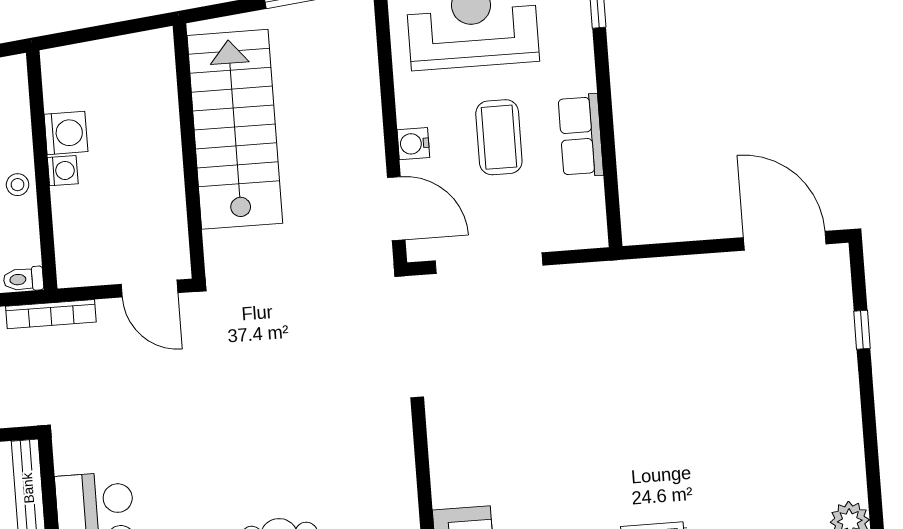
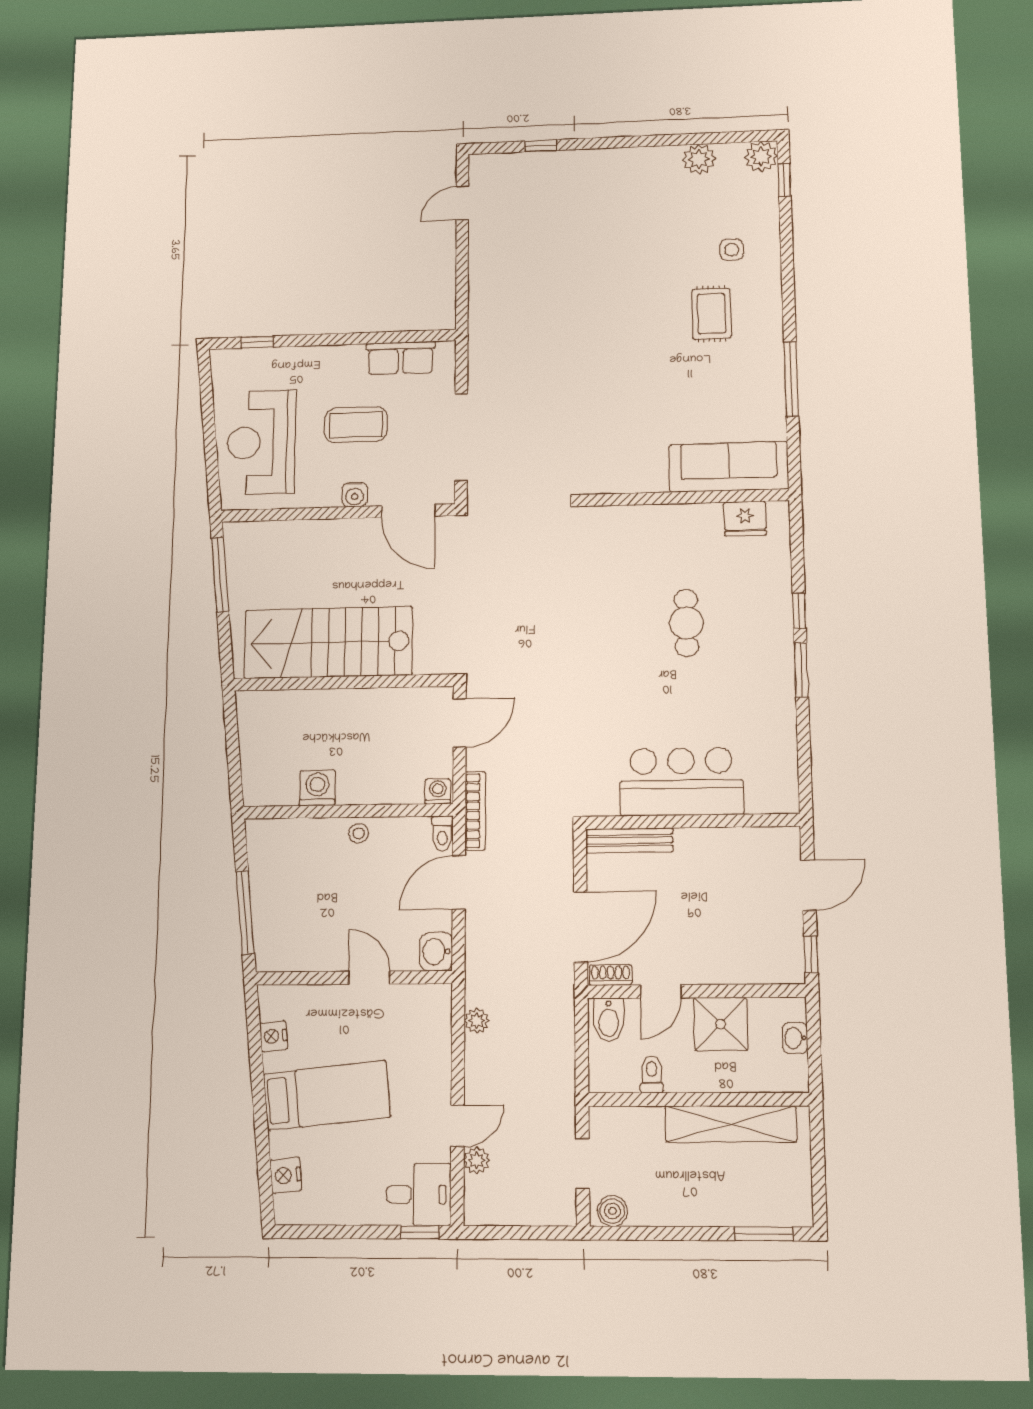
row of seats: (581, 136) -> (401, 358), moved
washing machine: (63, 171) -> (438, 791), moved
door: (396, 209) -> (408, 511), swing flipped
door: (785, 241) -> (462, 203), width x0.53

